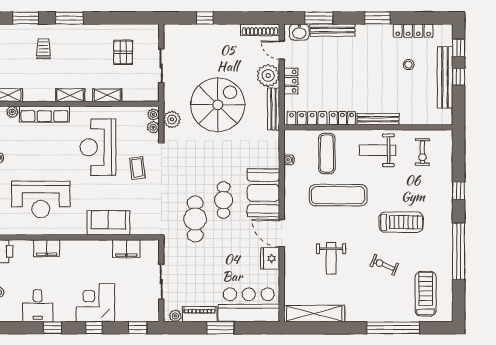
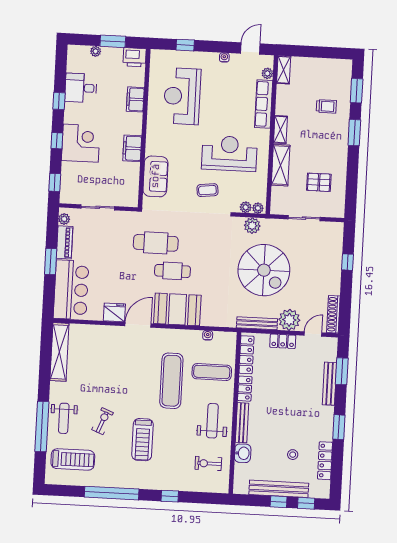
washbasin: (299, 32) -> (243, 453), moved, turned 180
shelving: (107, 95) -> (281, 165), width x1.50, depth x1.33
sofa: (108, 223) -> (155, 176), moved
filing cabinet: (126, 249) -> (132, 148), moved
weight bench: (331, 258) -> (64, 418), moved, turned -90

